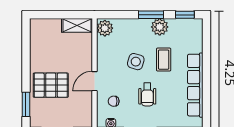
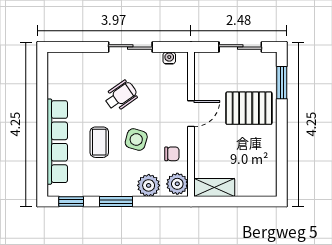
plant: (160, 27) -> (149, 185), moved
row of seats: (195, 85) -> (57, 142), moved
wheelchair: (147, 94) -> (121, 96), turned 55
chair: (114, 101) -> (172, 154), moved

